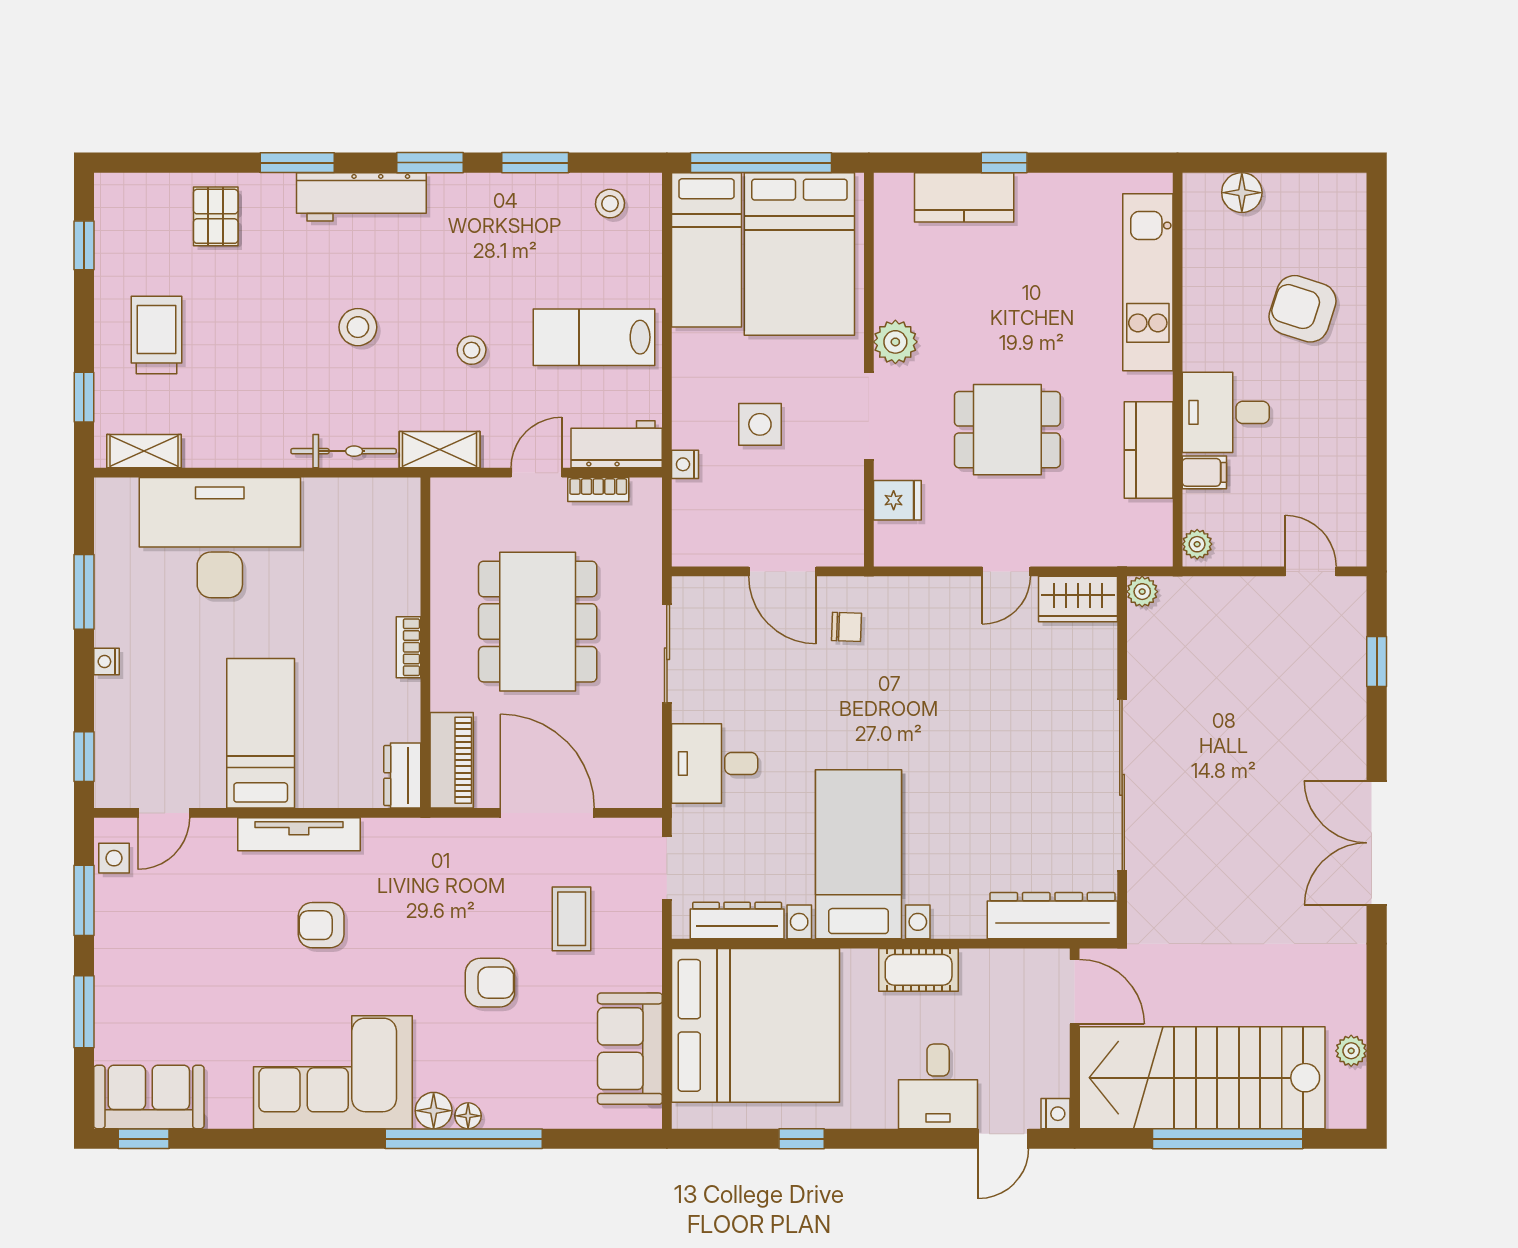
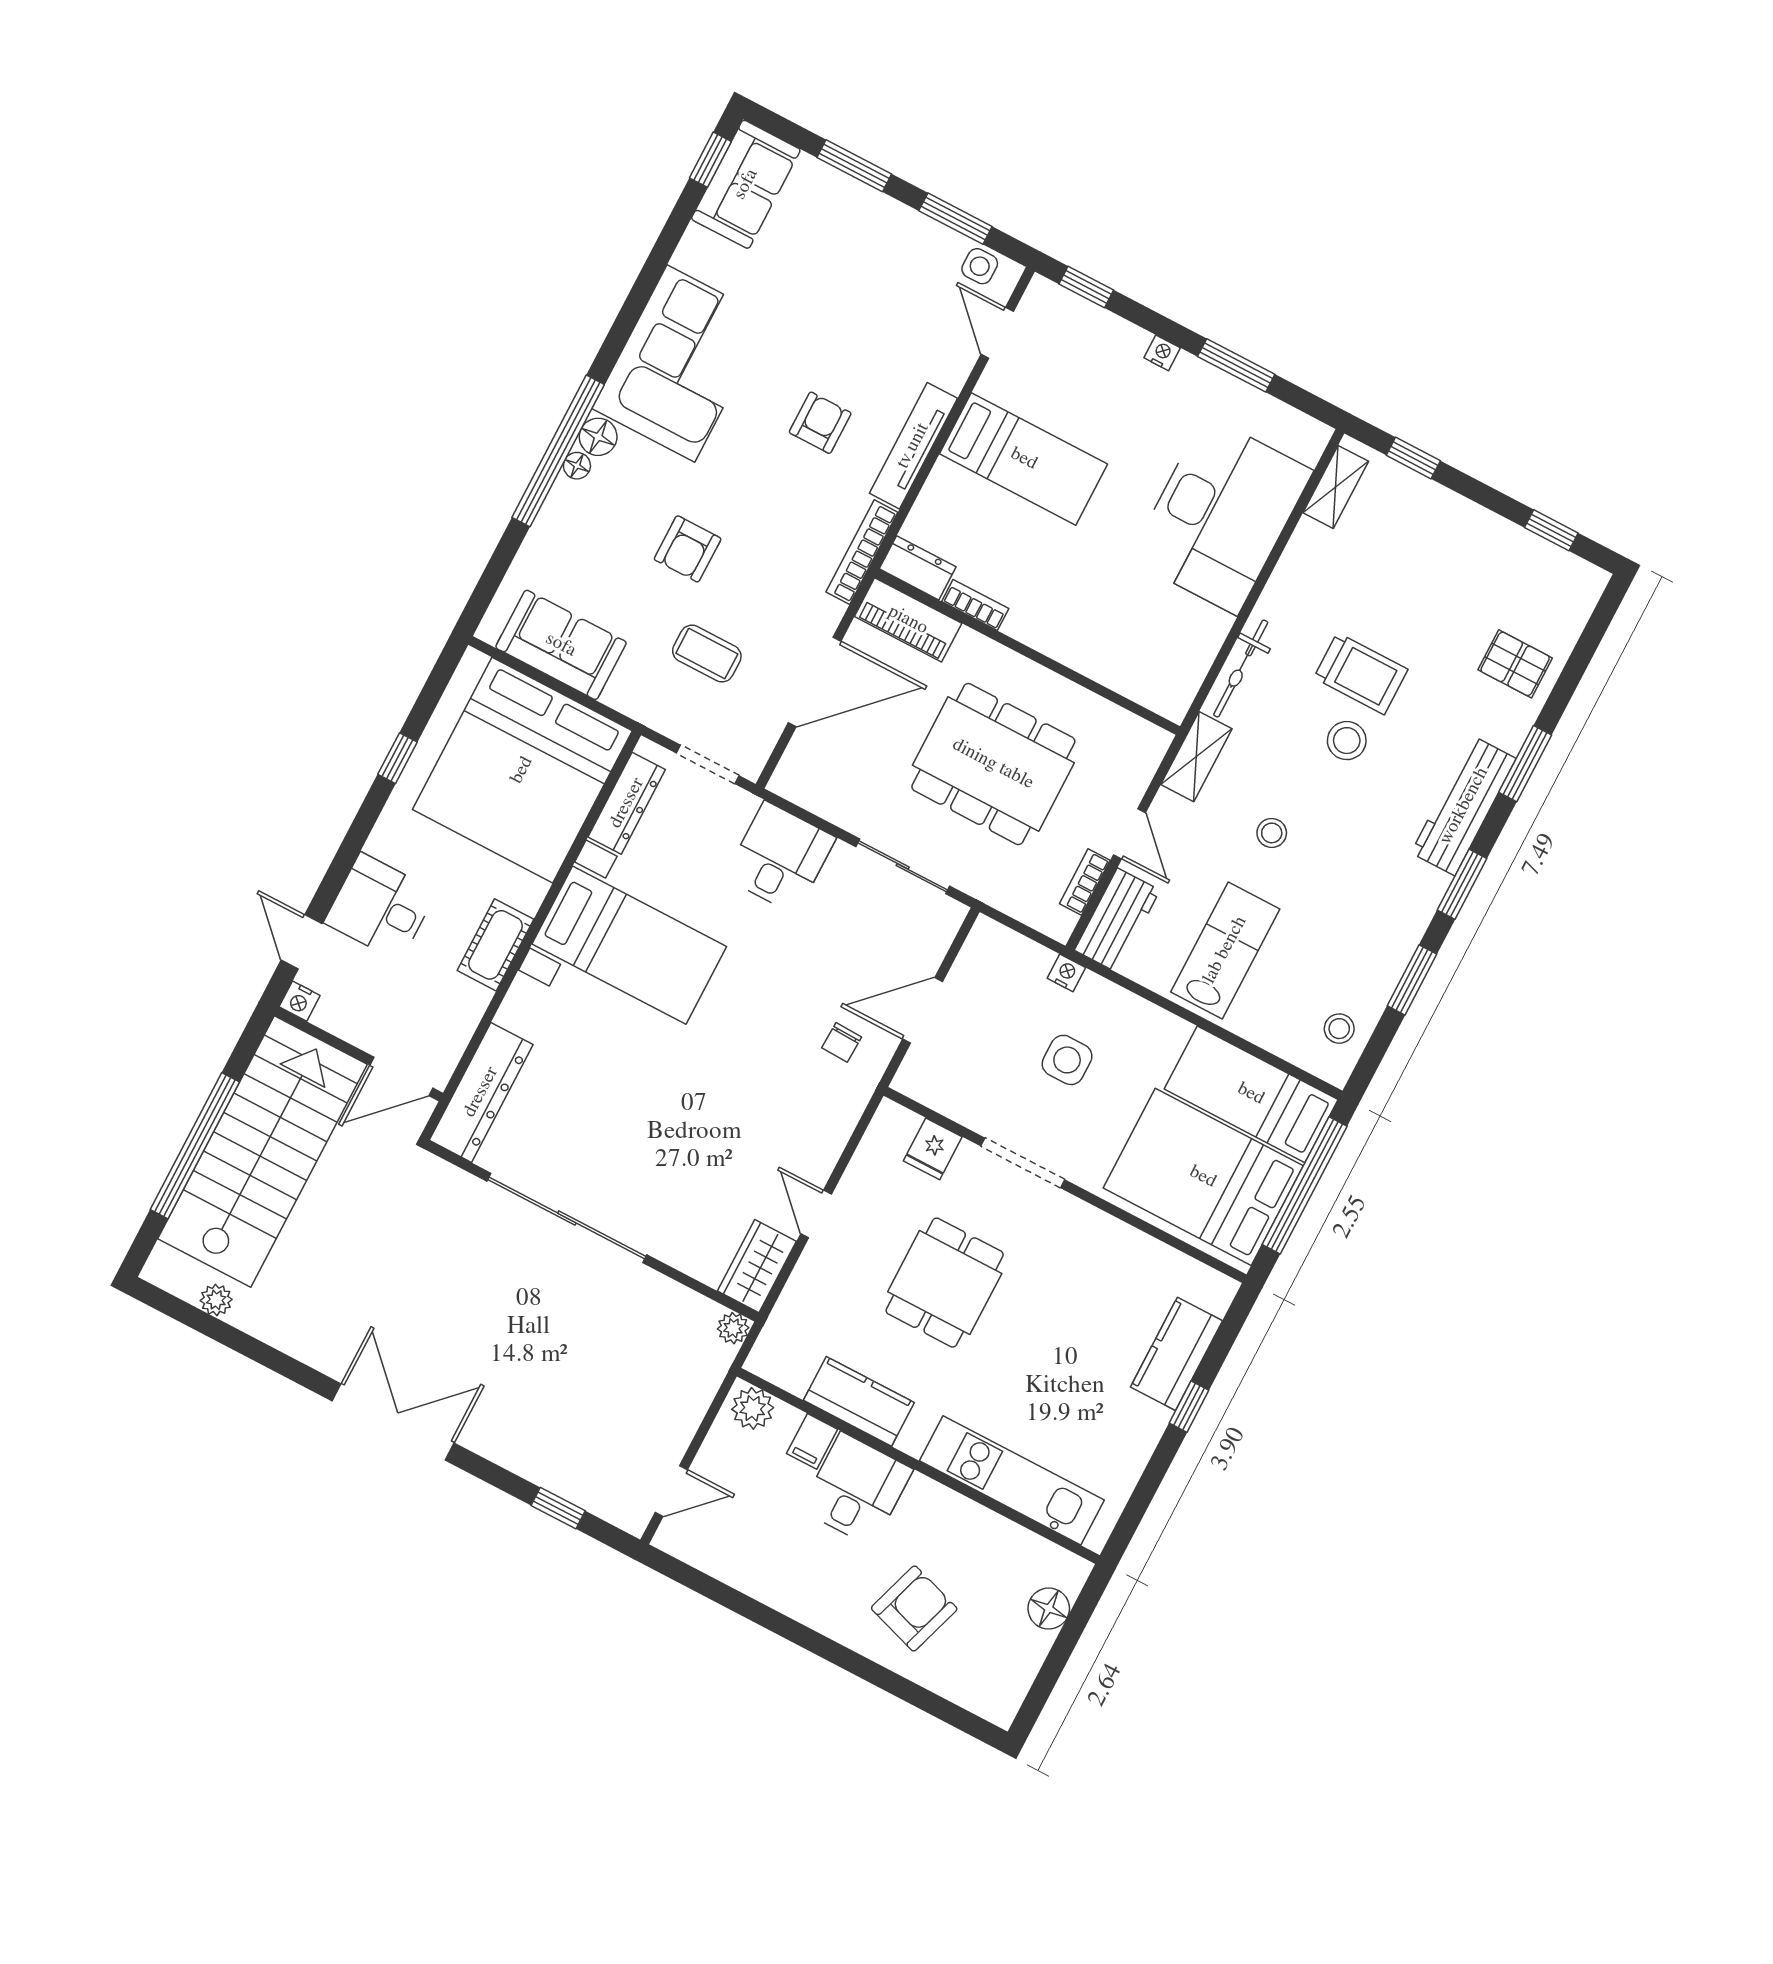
trolley: (157, 335) -> (1361, 674), moved
plant: (895, 342) -> (1078, 1222), removed
plant: (1197, 544) -> (753, 1408), width x1.38, depth x1.38
bookcase: (409, 647) -> (975, 605), moved
bookcase: (414, 831) -> (862, 552), added

